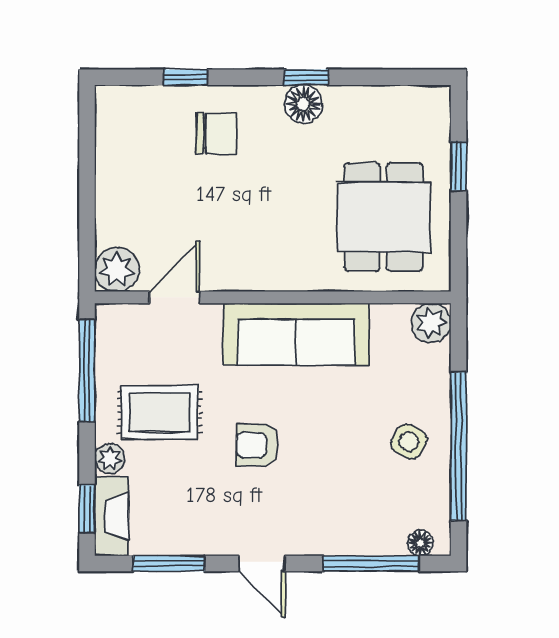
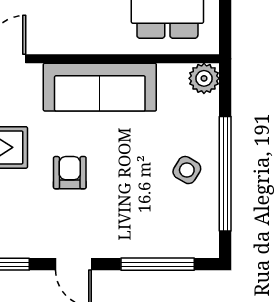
armchair: (257, 445) -> (70, 173), turned 90
floor lamp: (420, 543) -> (196, 248), removed

